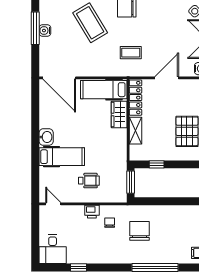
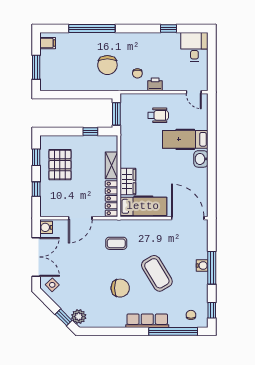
wheelchair: (89, 181) -> (158, 115), turned 180

